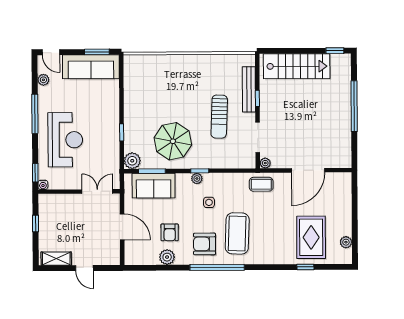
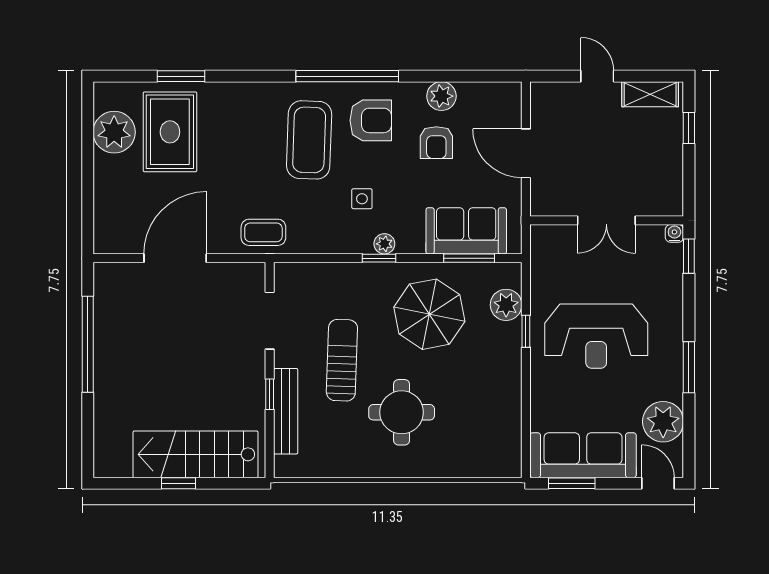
window: (335, 51) -> (178, 483), moved
plant: (43, 80) -> (663, 422), width x1.88, depth x1.88
round table: (187, 89) -> (402, 412), added
window: (354, 106) -> (88, 344), moved
window: (35, 114) -> (689, 367), width x0.69
reception desk: (65, 140) -> (596, 336), moved, turned -90
plant: (132, 161) -> (506, 305), moved
plant: (265, 163) -> (256, 272), removed
double door: (97, 191) -> (606, 220), moved
window: (36, 224) -> (689, 128), moved
armchair: (170, 232) -> (436, 143), turned 180
plant: (346, 242) -> (114, 132), width x1.87, depth x1.87
window: (305, 267) -> (181, 76), width x1.50

